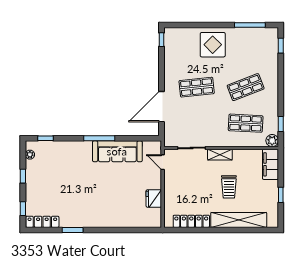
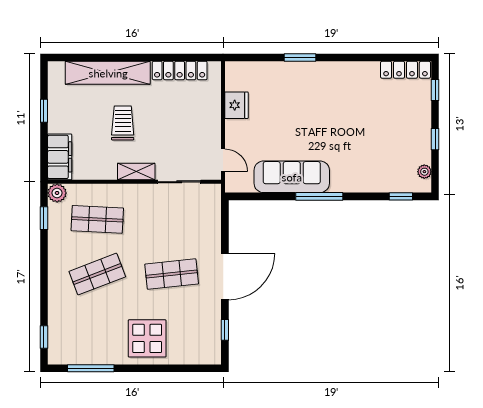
window: (161, 40) -> (225, 330), moved
door: (161, 107) -> (225, 277), moved
window: (73, 230) -> (300, 58), moved

